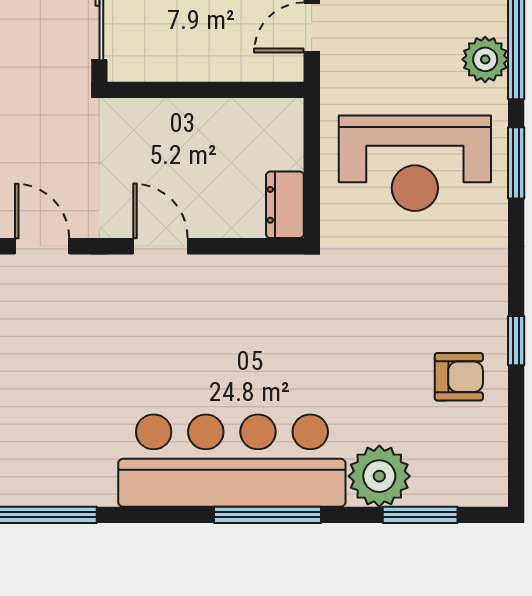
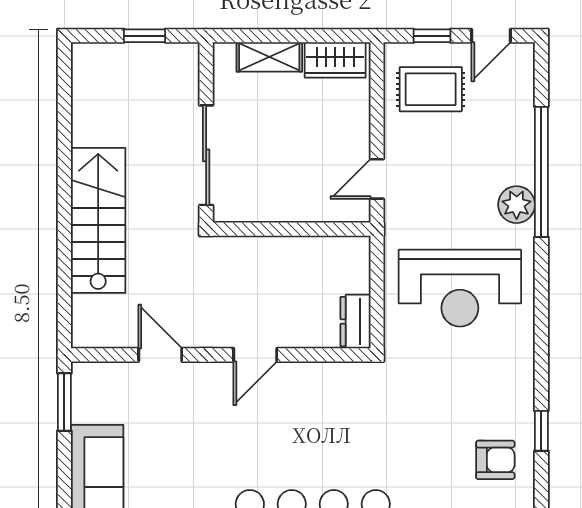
window: (516, 163) -> (541, 288), removed
door: (160, 246) -> (255, 355), swing flipped

